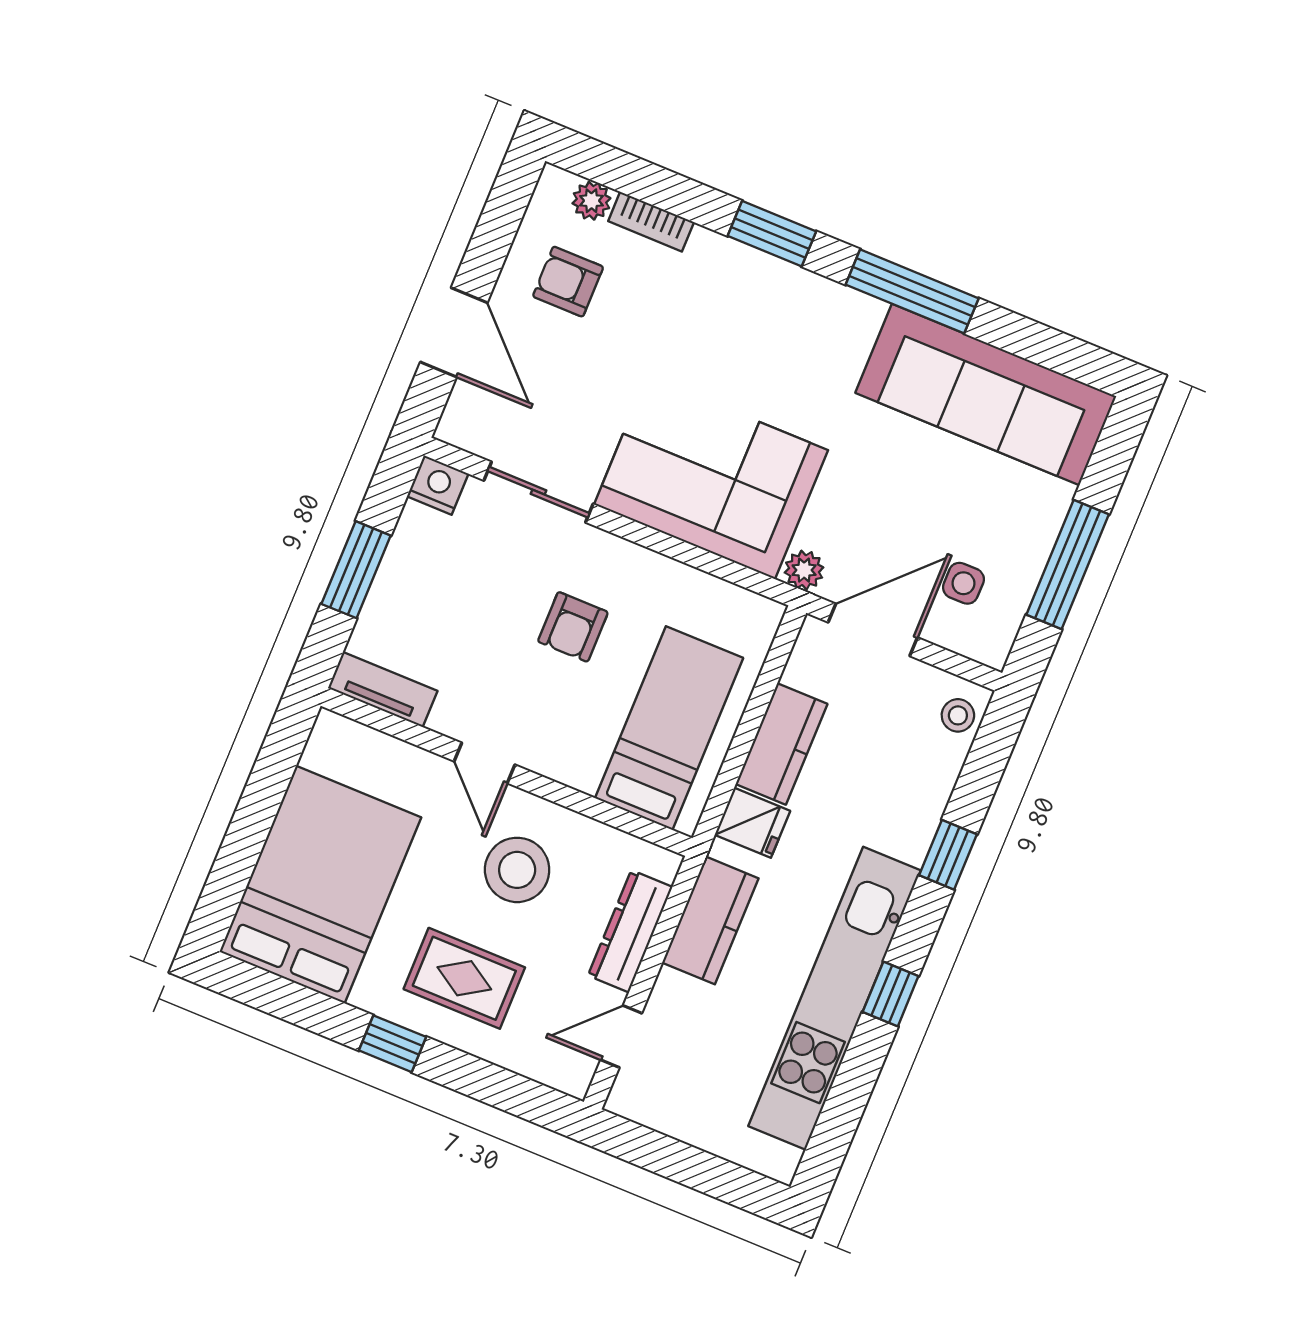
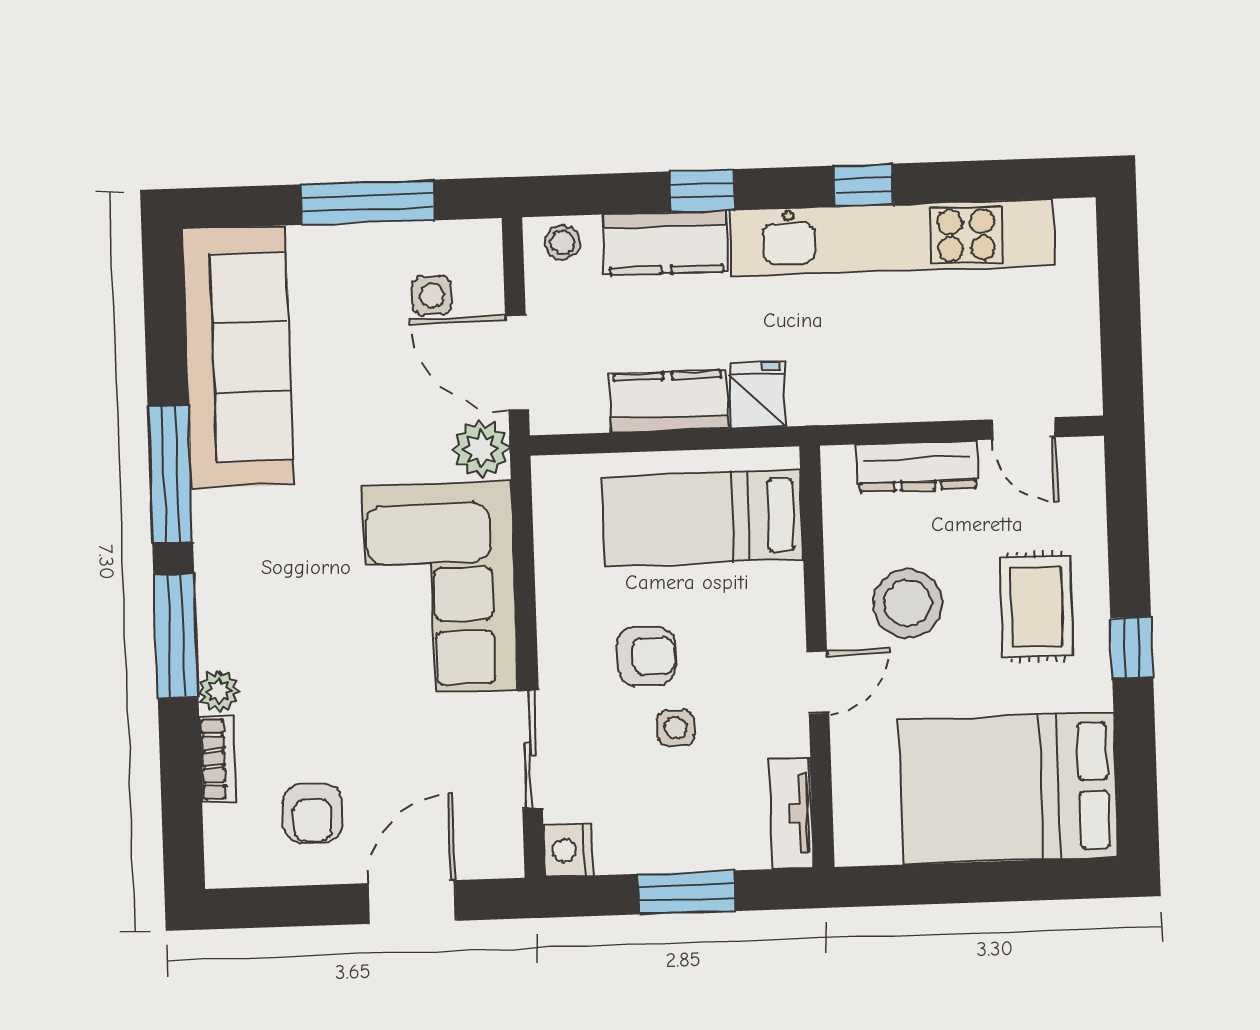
plant: (591, 201) -> (219, 691), moved
window: (772, 234) -> (176, 636), width x1.44
plant: (804, 570) -> (481, 449), width x1.38, depth x1.38
side table: (500, 624) -> (676, 728), added
kitchen counter: (710, 920) -> (665, 243), moved, turned 180

